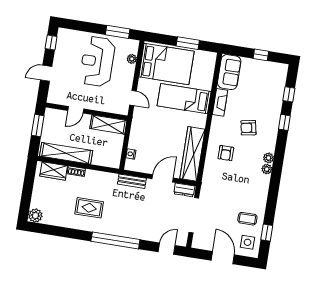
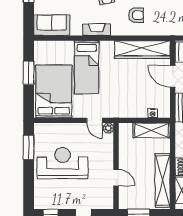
plant: (132, 59) -> (108, 128), moved
reception desk: (97, 61) -> (63, 163), turned 180
door: (133, 98) -> (94, 120), swing flipped
fireplace: (220, 102) -> (97, 30), moved
shelving: (108, 125) -> (152, 130), moved, turned 90

